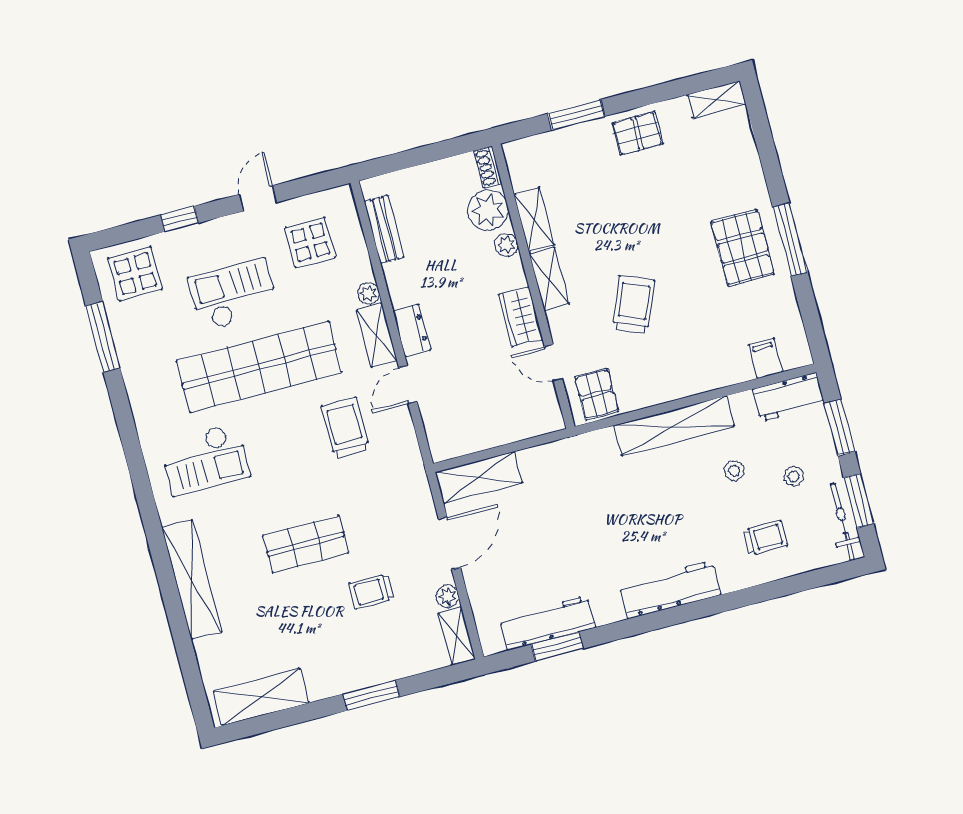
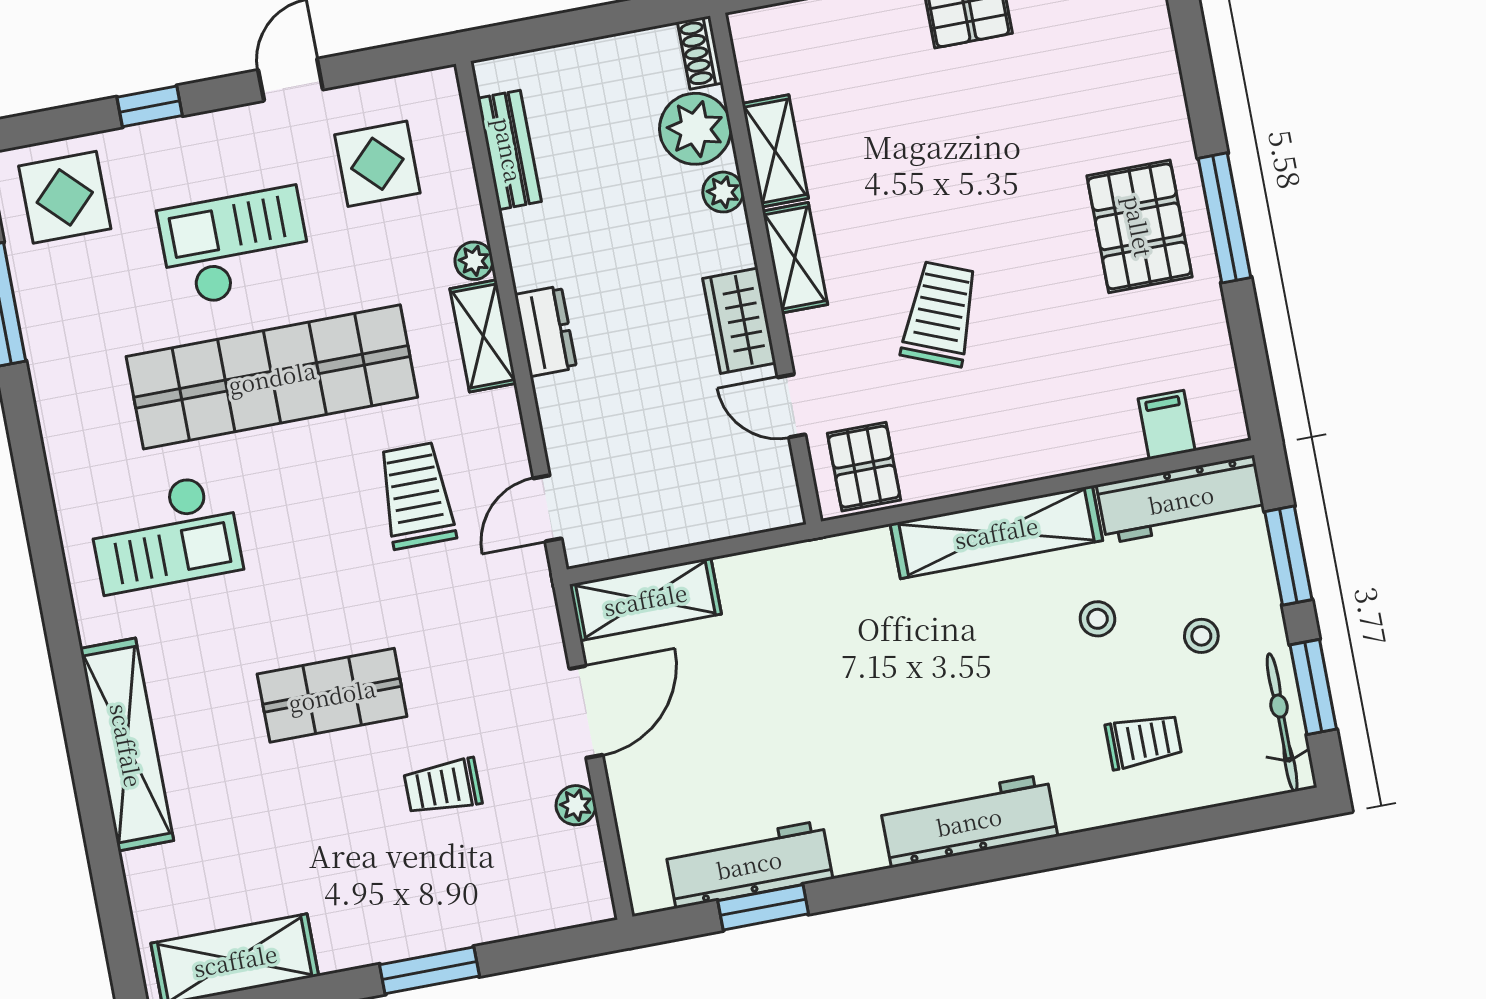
door: (408, 384) -> (547, 508), moved
workbench: (789, 397) -> (1181, 499), width x1.38
shelving: (457, 636) -> (587, 876), removed

